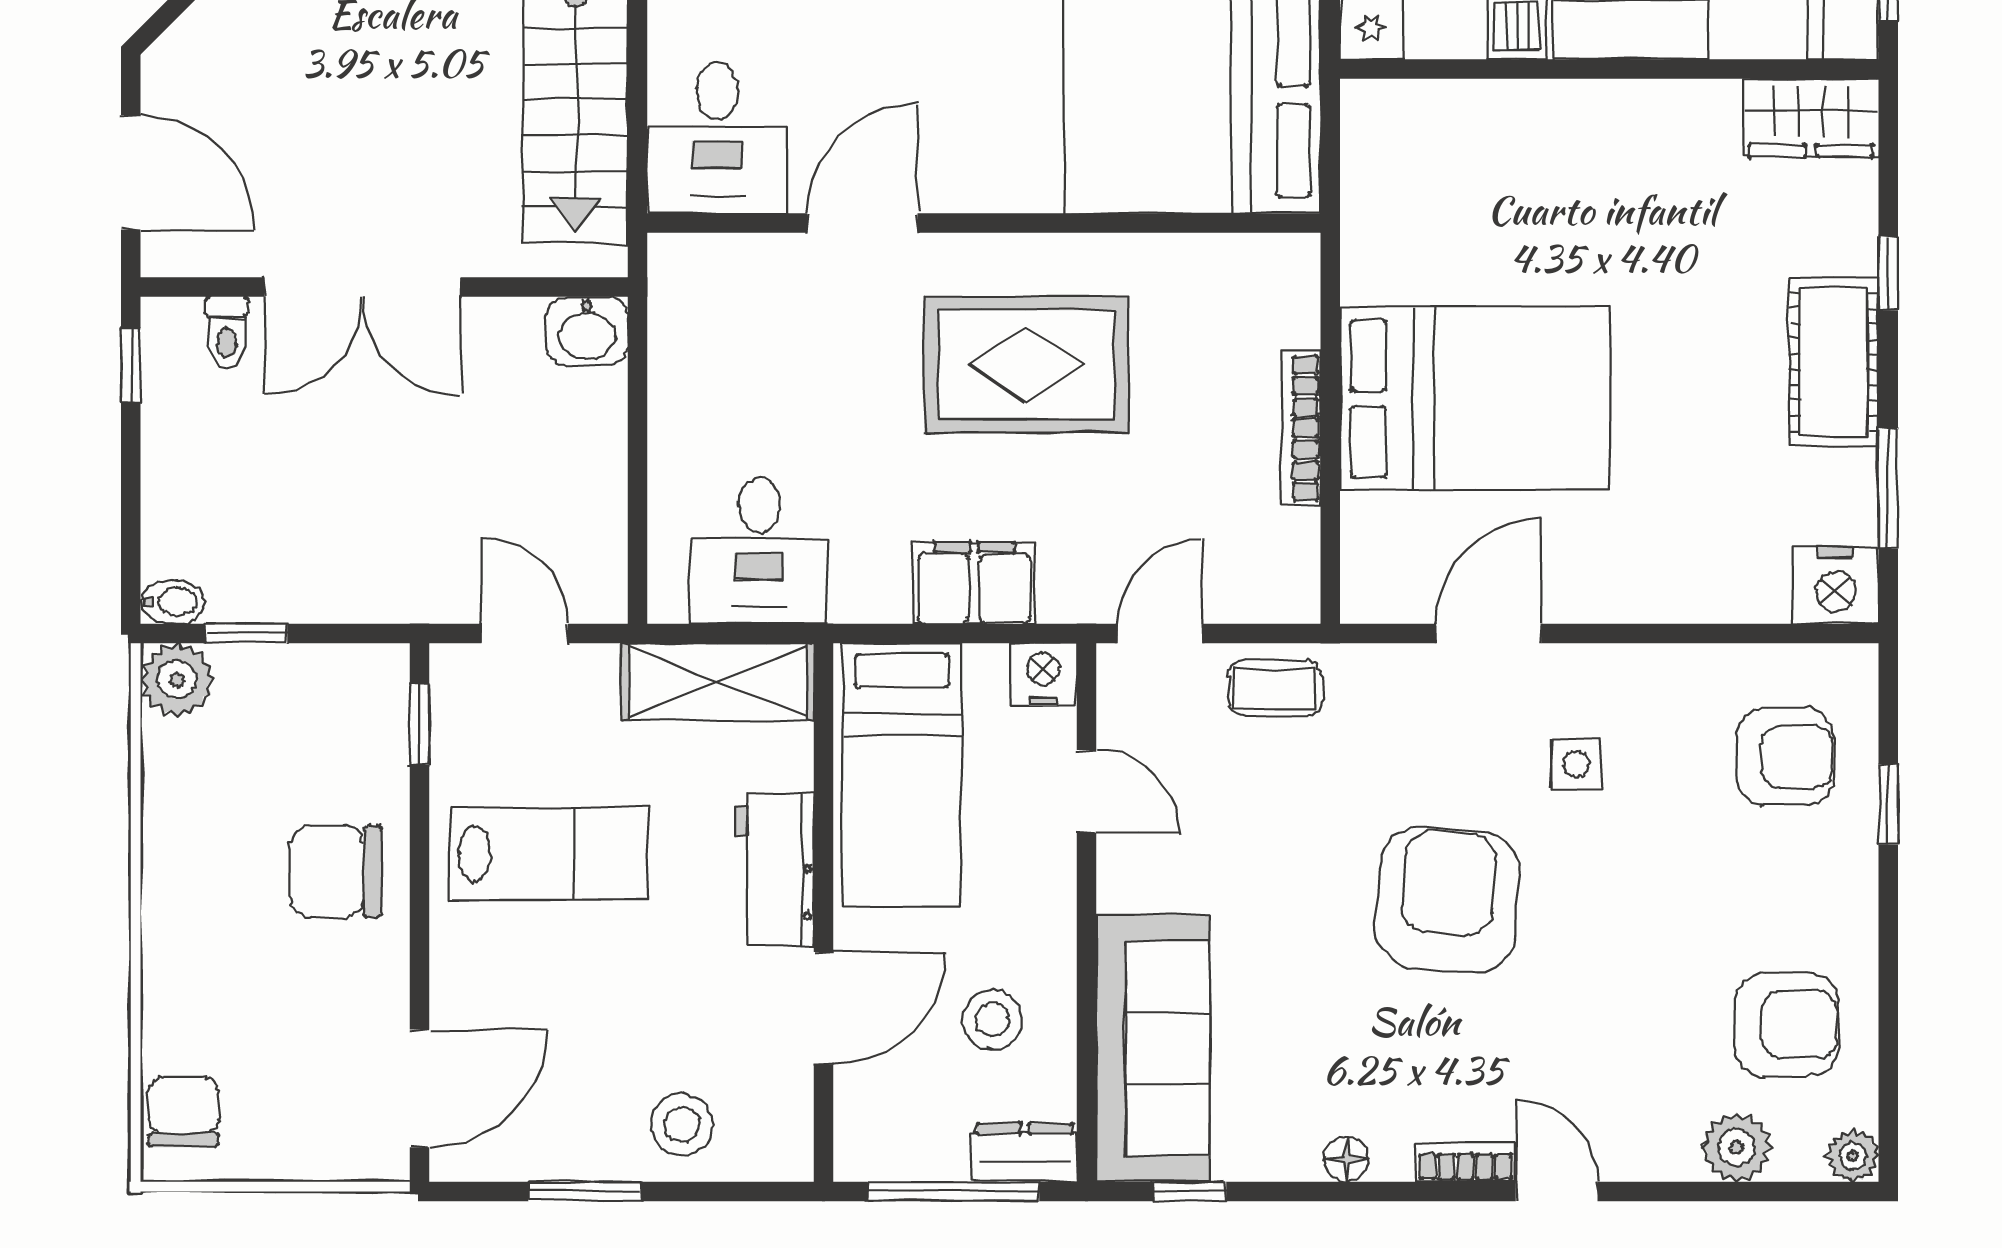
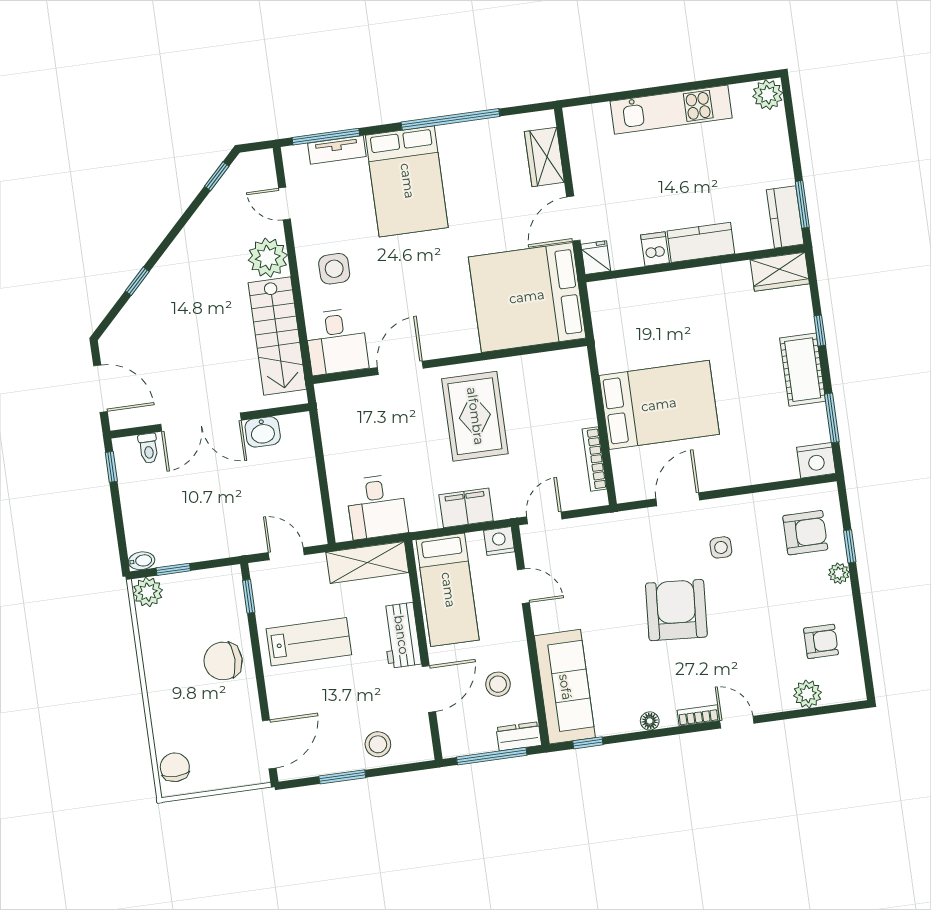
washbasin: (587, 331) -> (263, 432), moved
rug: (1026, 365) -> (475, 416), turned 90
bookcase: (1301, 428) -> (595, 459), moved
coffee table: (1275, 688) -> (594, 534), removed
armchair: (1787, 1025) -> (821, 641), width x0.72, depth x0.72
plant: (1853, 1156) -> (839, 573), moved

